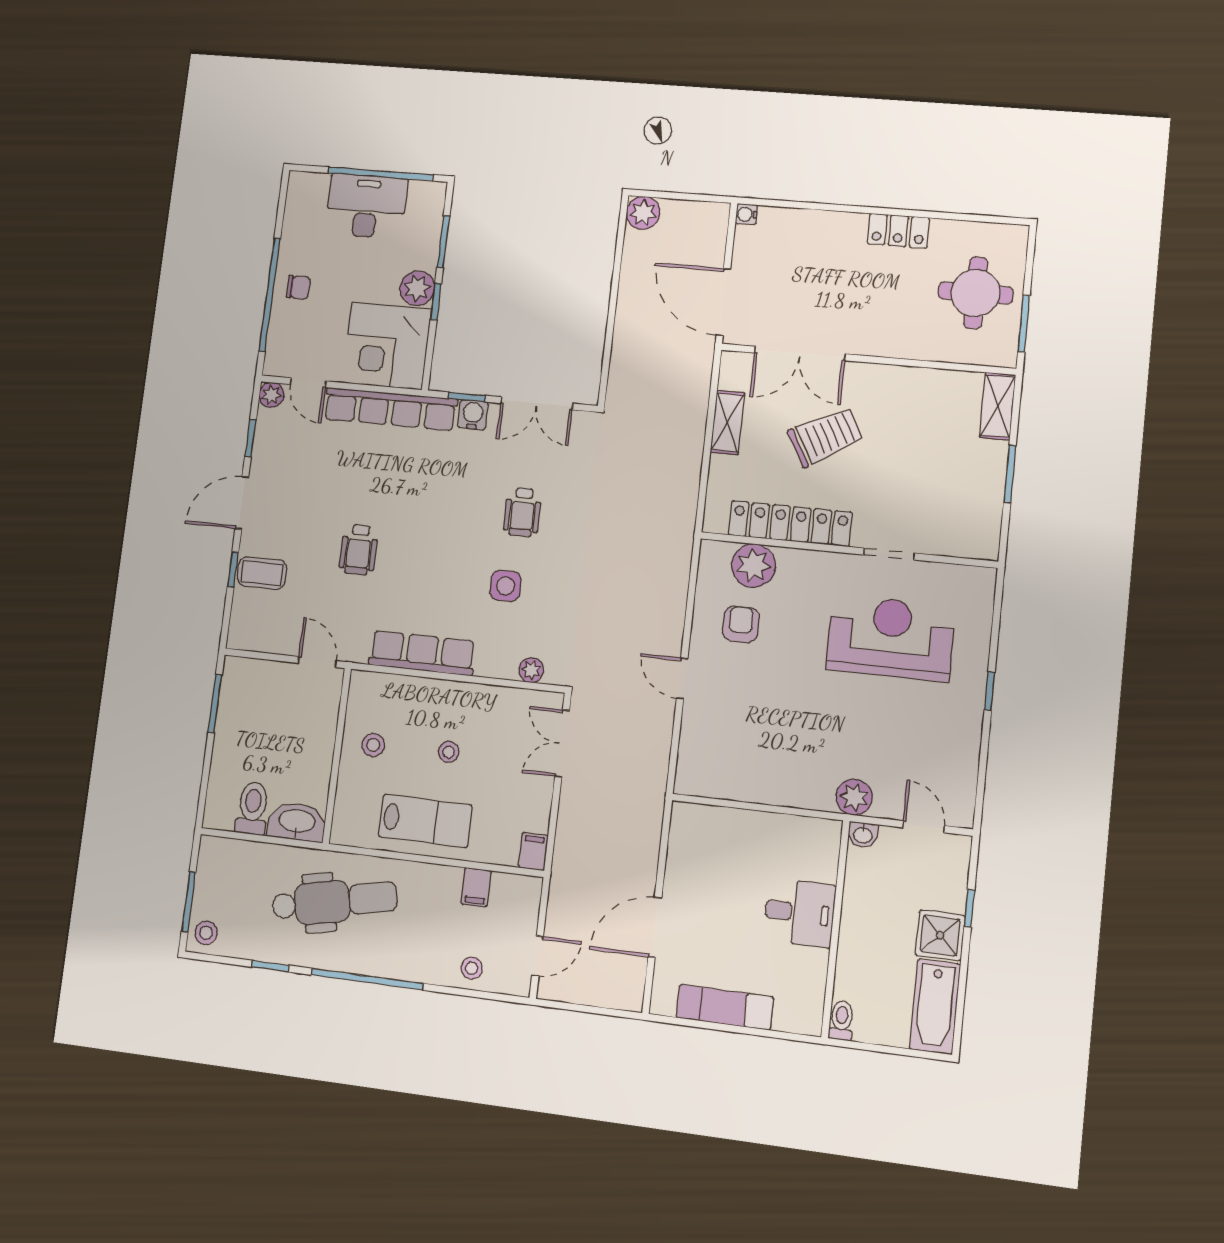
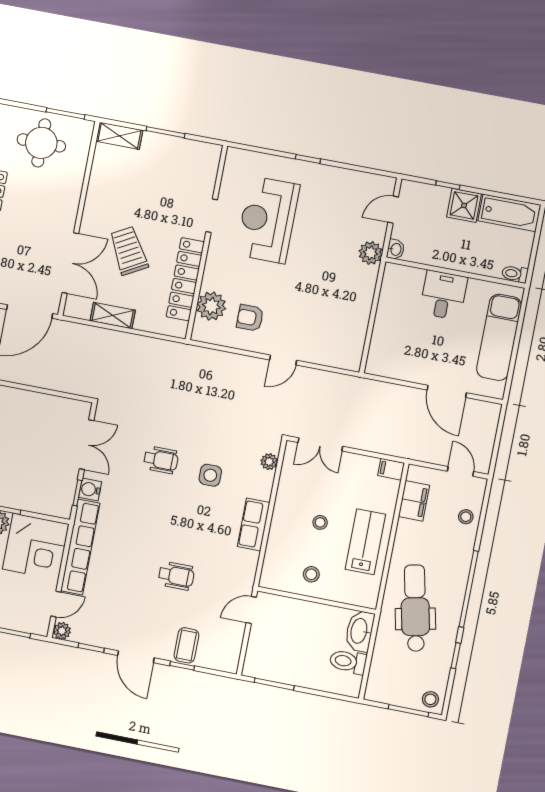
row of seats: (422, 653) -> (254, 525), width x0.68
filing cabinet: (476, 887) -> (414, 501), width x2.00
exam couch: (725, 1007) -> (499, 337), width x1.36, depth x1.45

